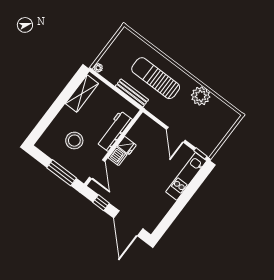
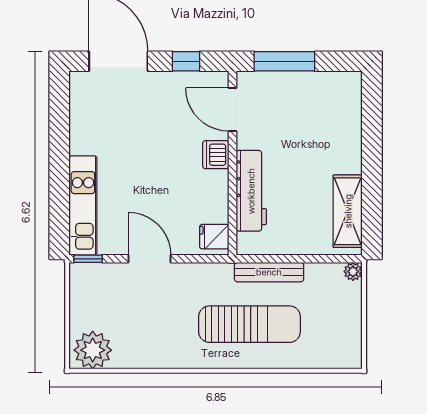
plant: (201, 96) -> (93, 350), moved
stool: (74, 141) -> (303, 128), removed
fridge: (127, 145) -> (214, 237), moved

